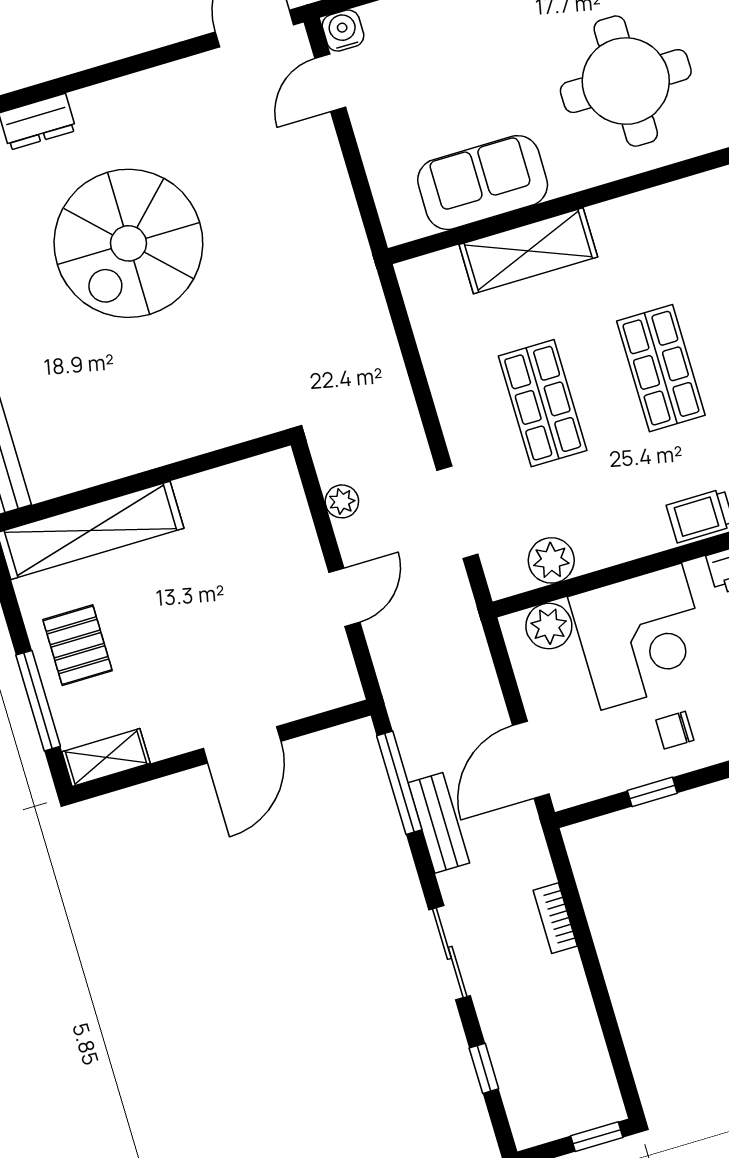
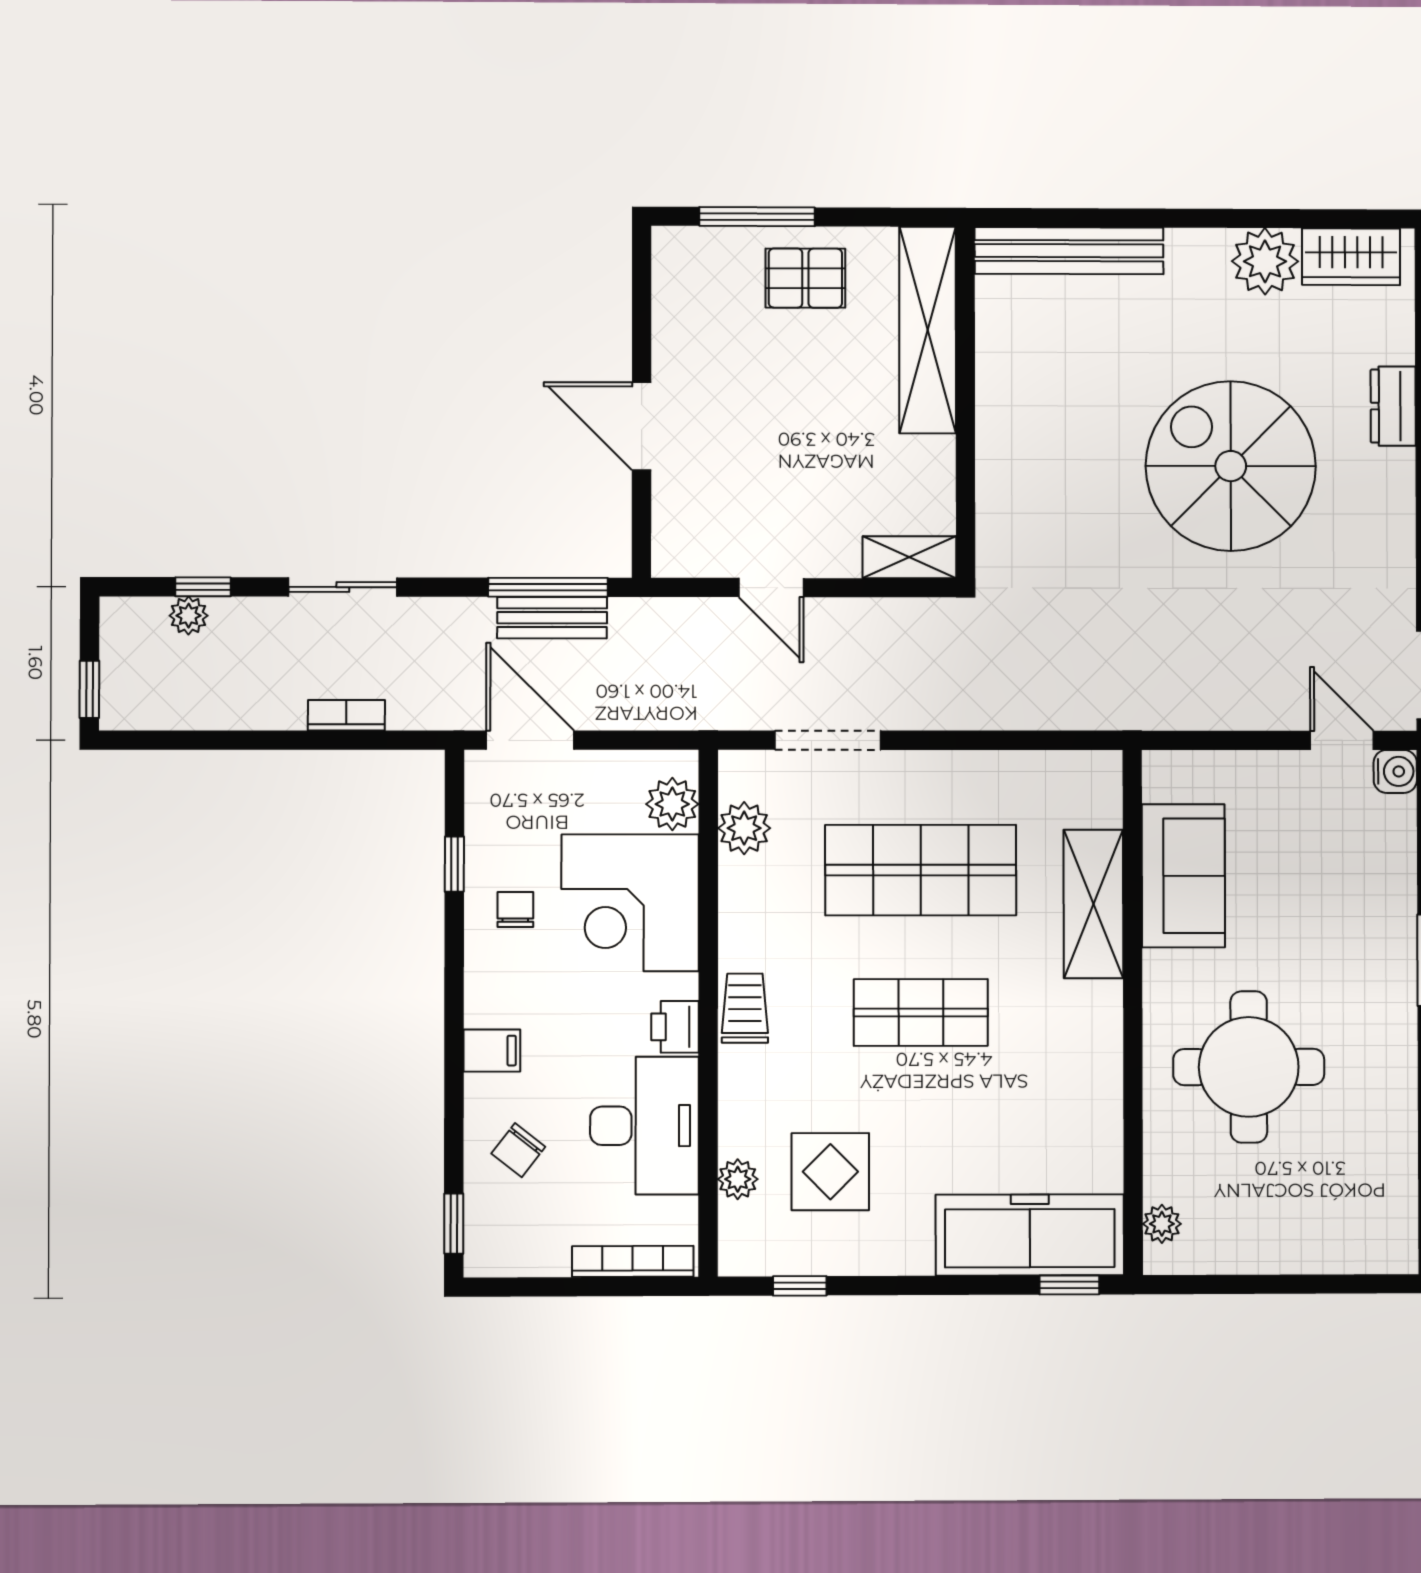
shop shelf: (543, 403) -> (921, 870), width x1.43, depth x1.36
plant: (342, 501) -> (189, 616), moved
shelving: (106, 758) -> (909, 557), moved, turned 90
bench: (439, 823) -> (552, 618), moved

